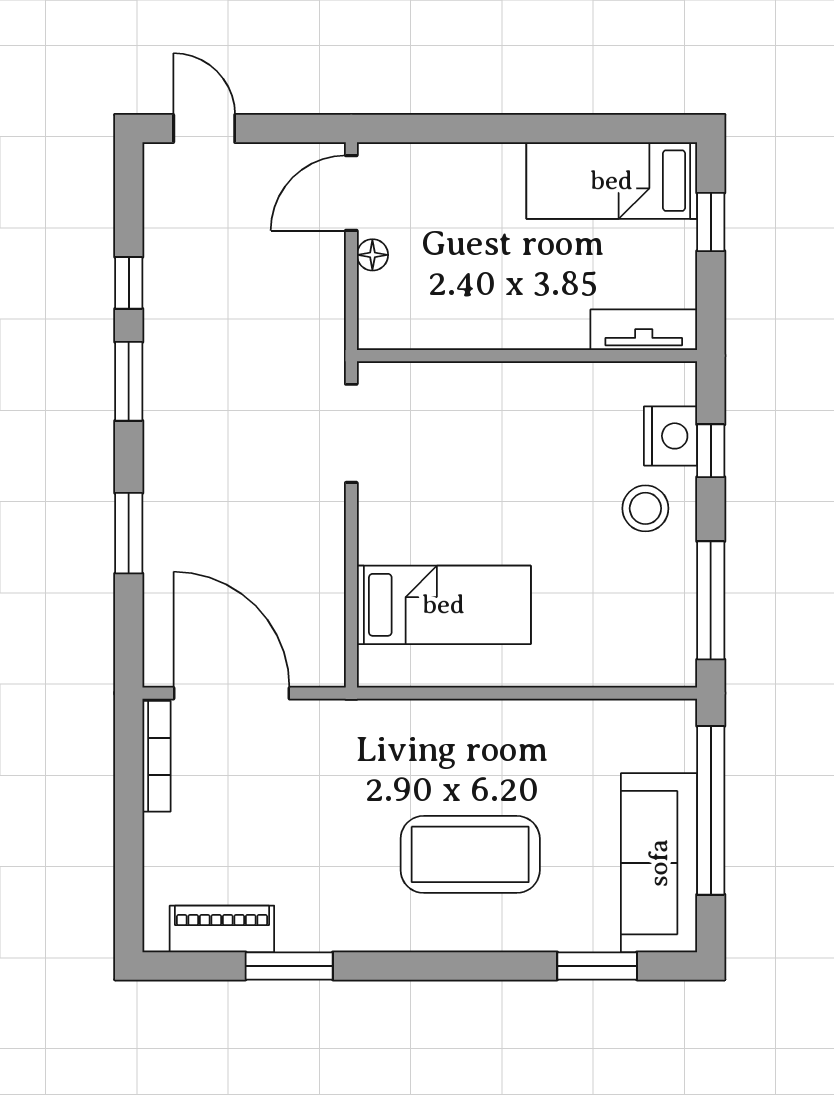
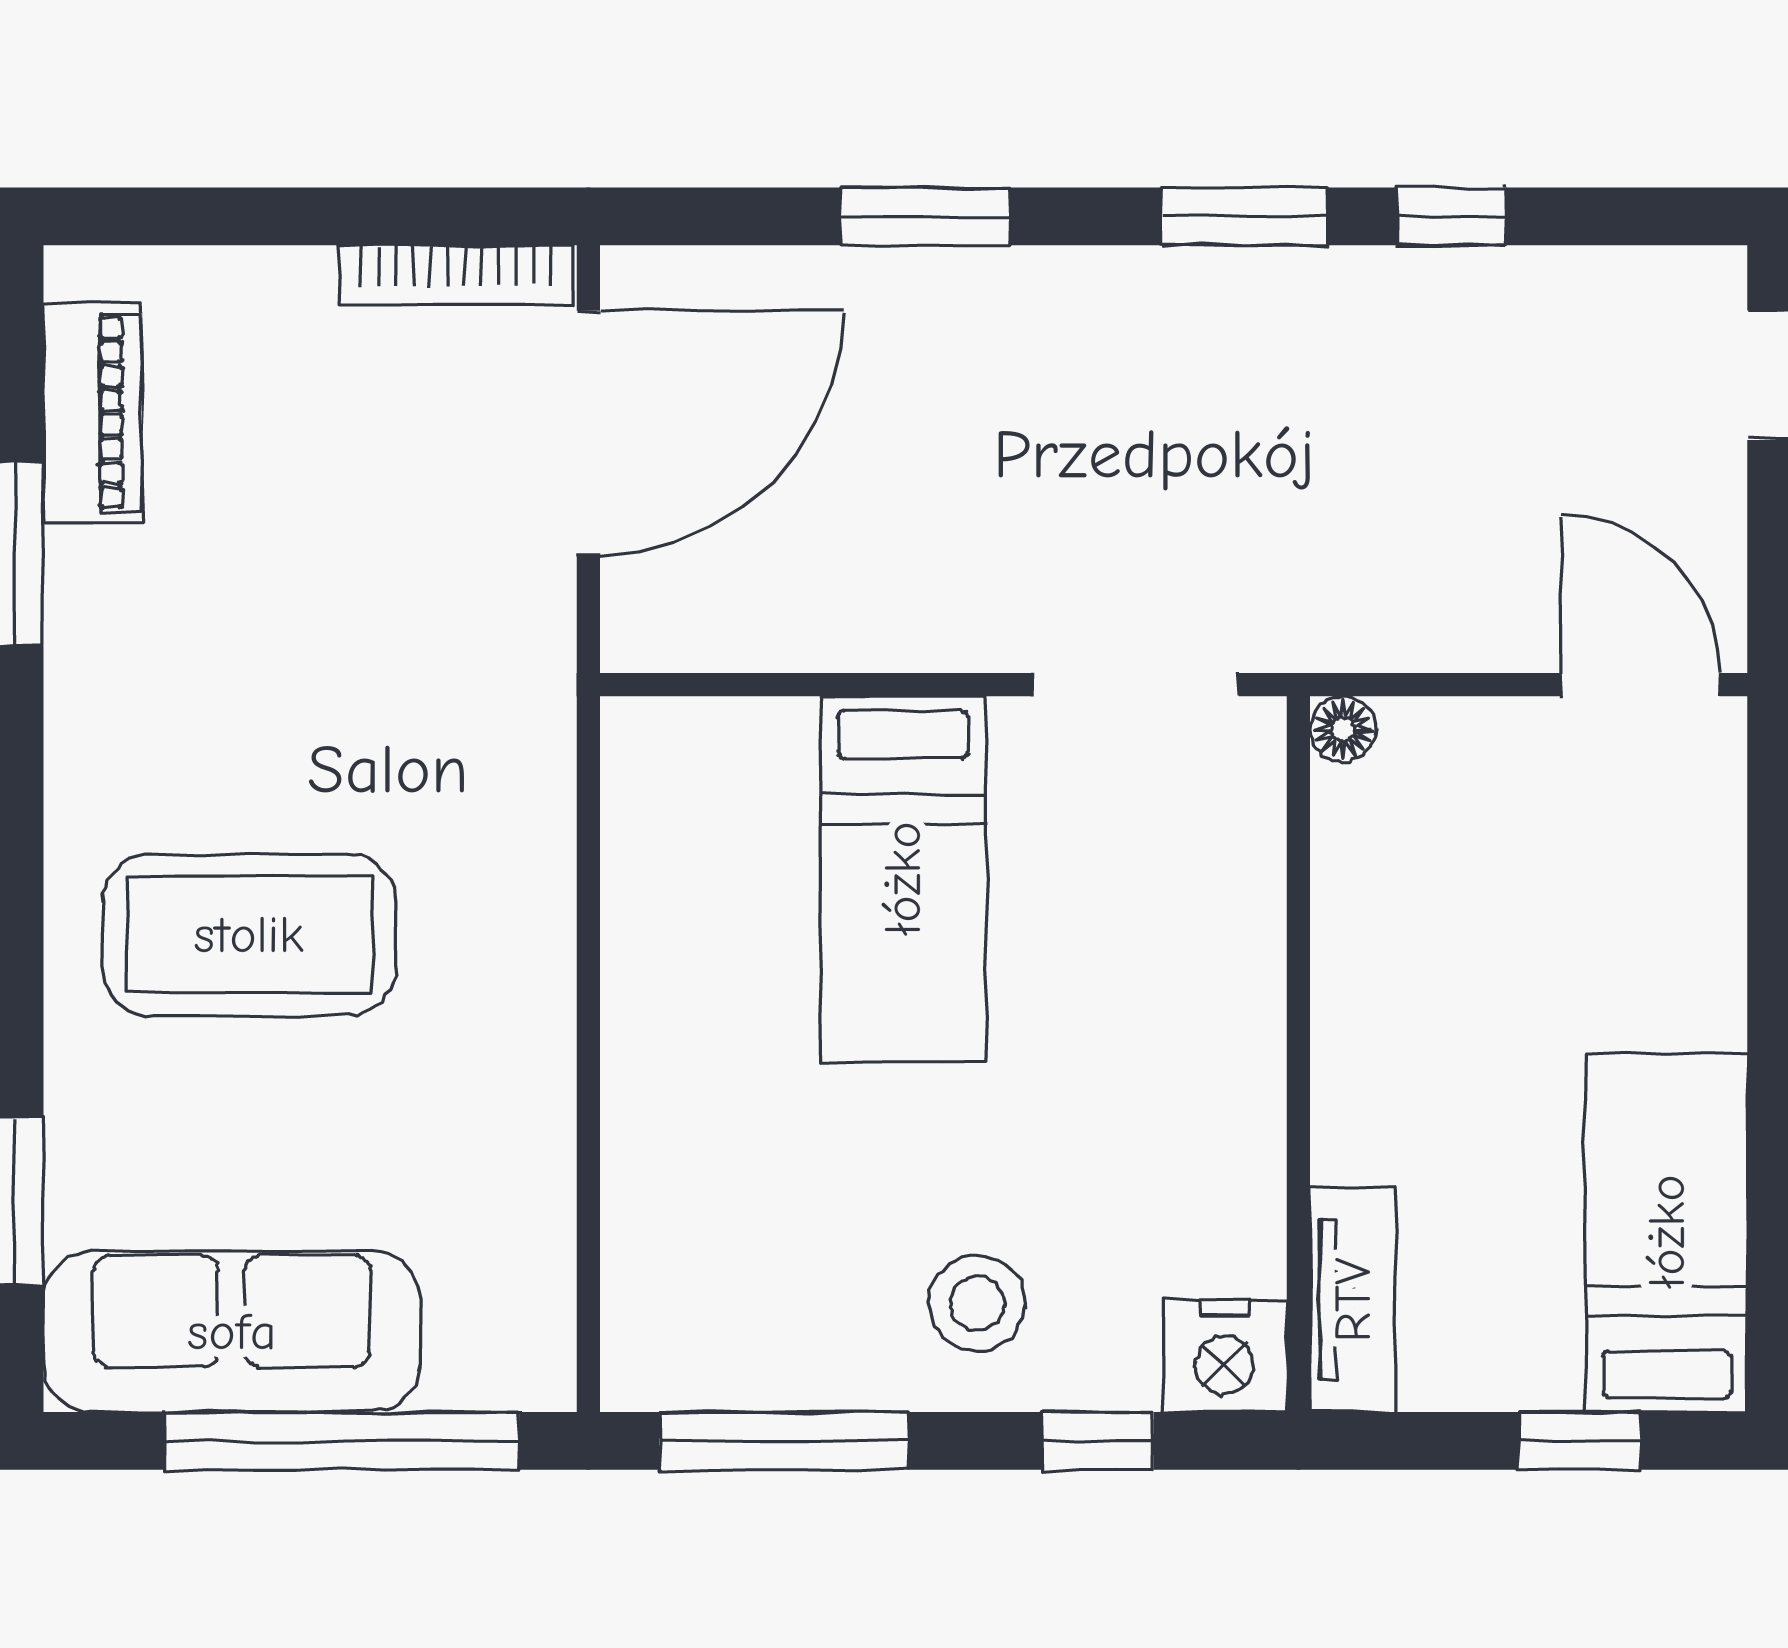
floor lamp: (372, 255) -> (1343, 729), moved
nightstand: (670, 436) -> (1224, 1356), moved
bed: (444, 605) -> (903, 879), moved
coffee table: (470, 854) -> (249, 935), turned 90

